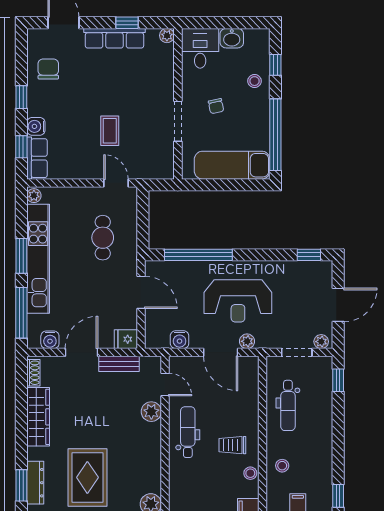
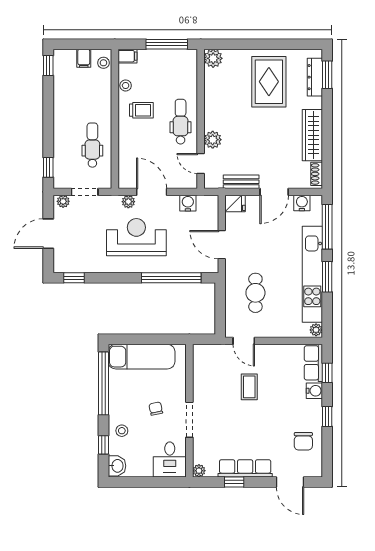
washbasin: (232, 38) -> (117, 466), moved, turned 90
doorway: (178, 121) -> (189, 420), moved
dental chair: (188, 432) -> (181, 122), turned 180
stool: (282, 466) -> (103, 63), moved

